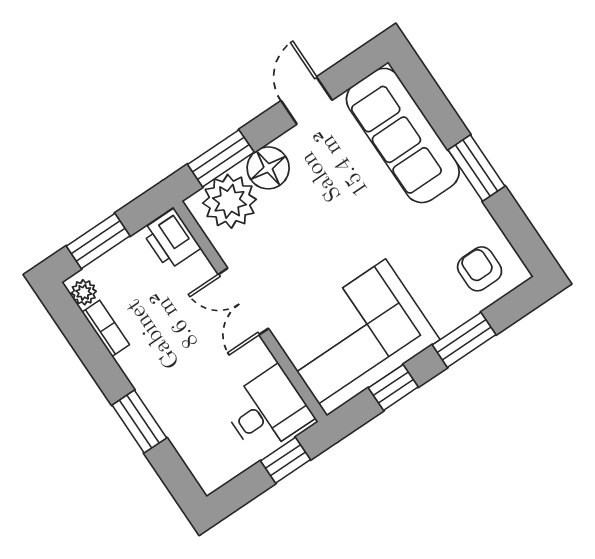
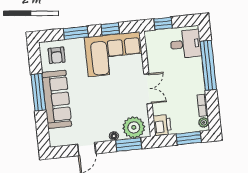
sofa: (403, 135) -> (57, 99), moved
floor lamp: (268, 168) -> (114, 136), width x0.53, depth x0.53
window: (477, 168) -> (38, 92), width x1.44
desk: (267, 411) -> (186, 44), moved, turned 180
window: (139, 421) -> (208, 65), width x2.11

